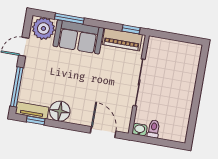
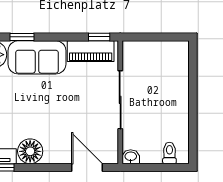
window: (69, 19) -> (22, 37), width x0.67
toilet: (154, 129) -> (169, 153), moved

